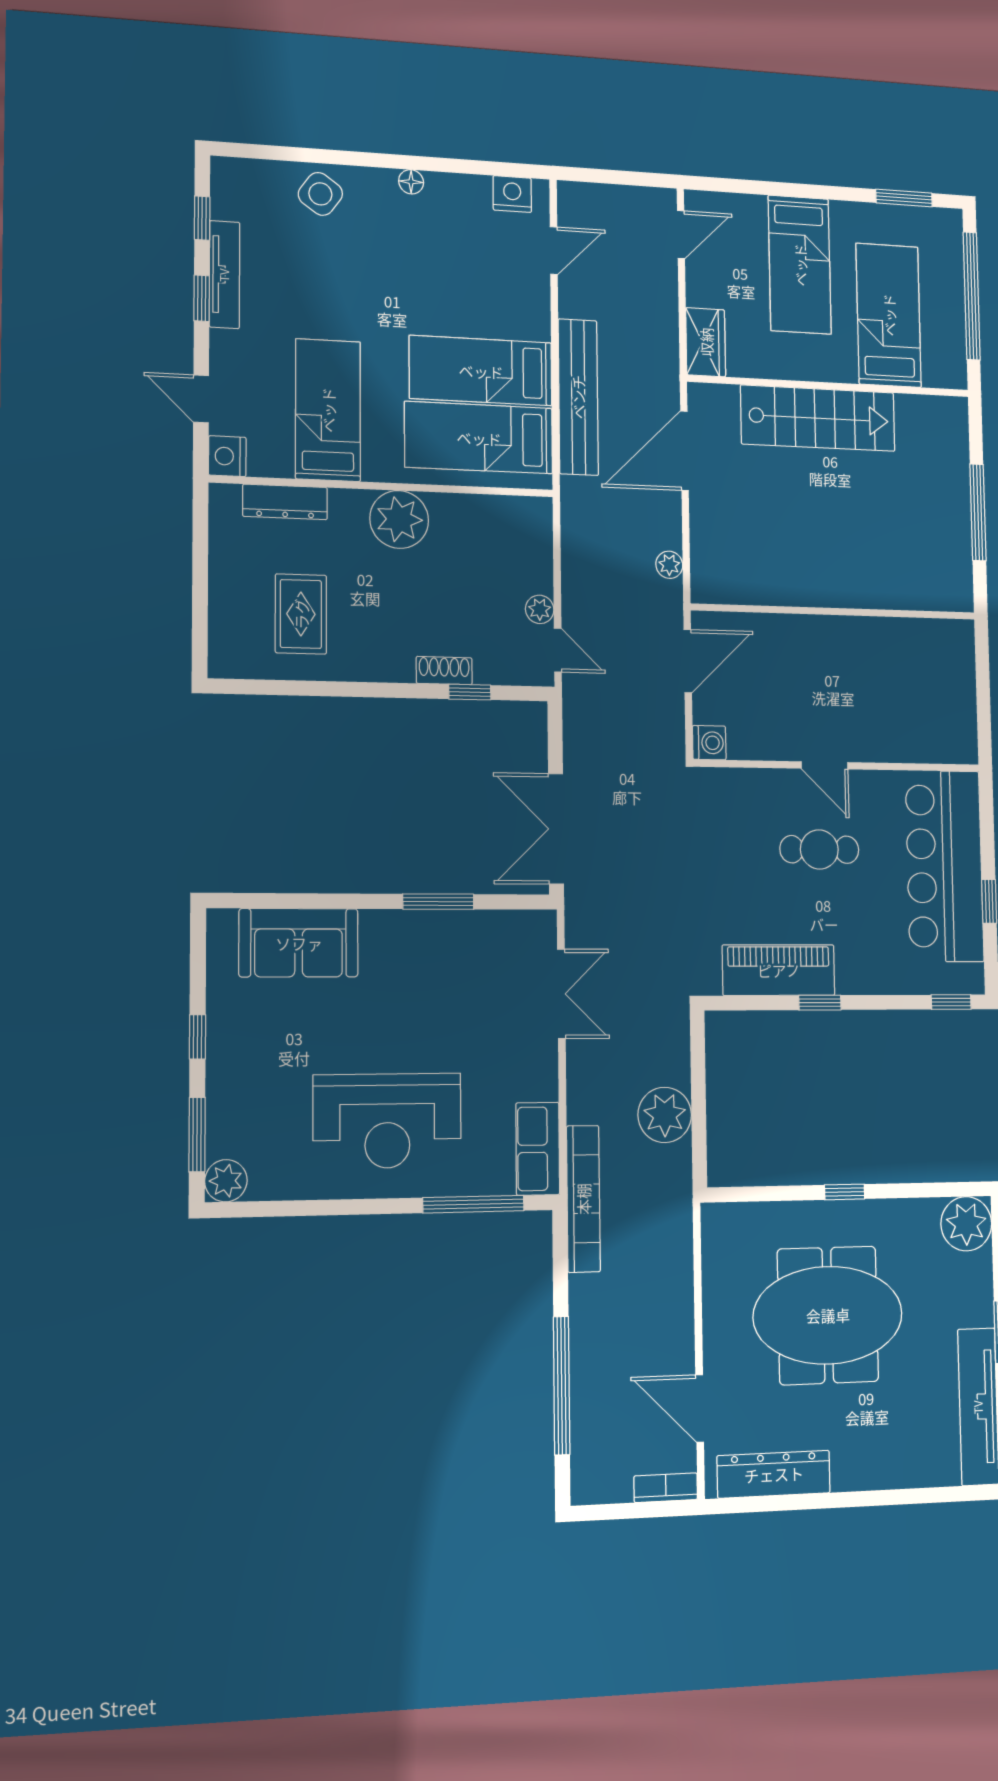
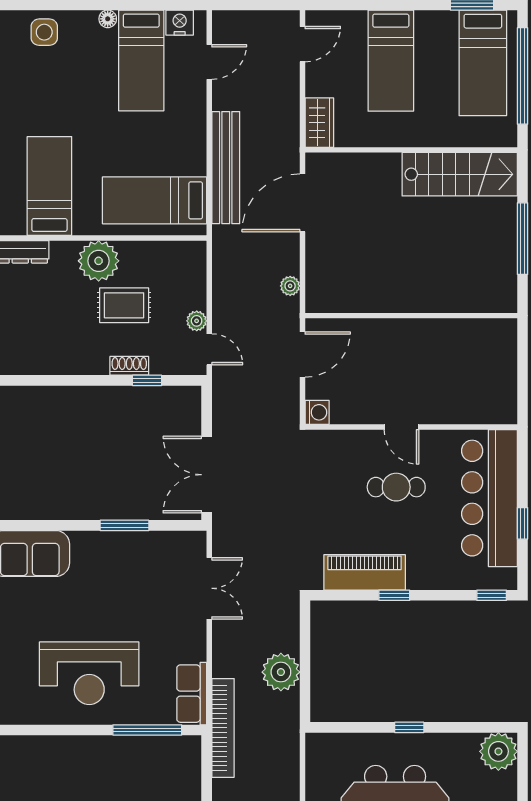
side table: (320, 194) -> (44, 32), turned -36
bed: (889, 315) -> (483, 63), moved, turned 180
bed: (481, 371) -> (141, 60), moved, turned -90
stairs: (818, 418) -> (460, 174), moved
rug: (301, 614) -> (124, 305), moved, turned 90

